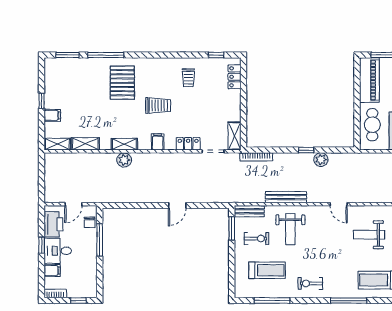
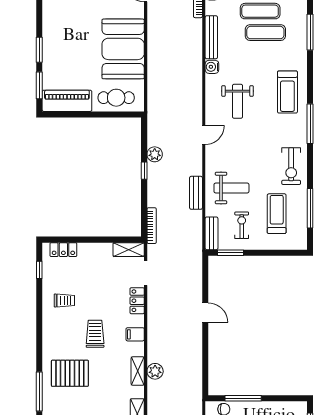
bench: (286, 197) -> (196, 193), width x0.73
exercise bike: (310, 283) -> (291, 166), width x1.38, depth x1.39

